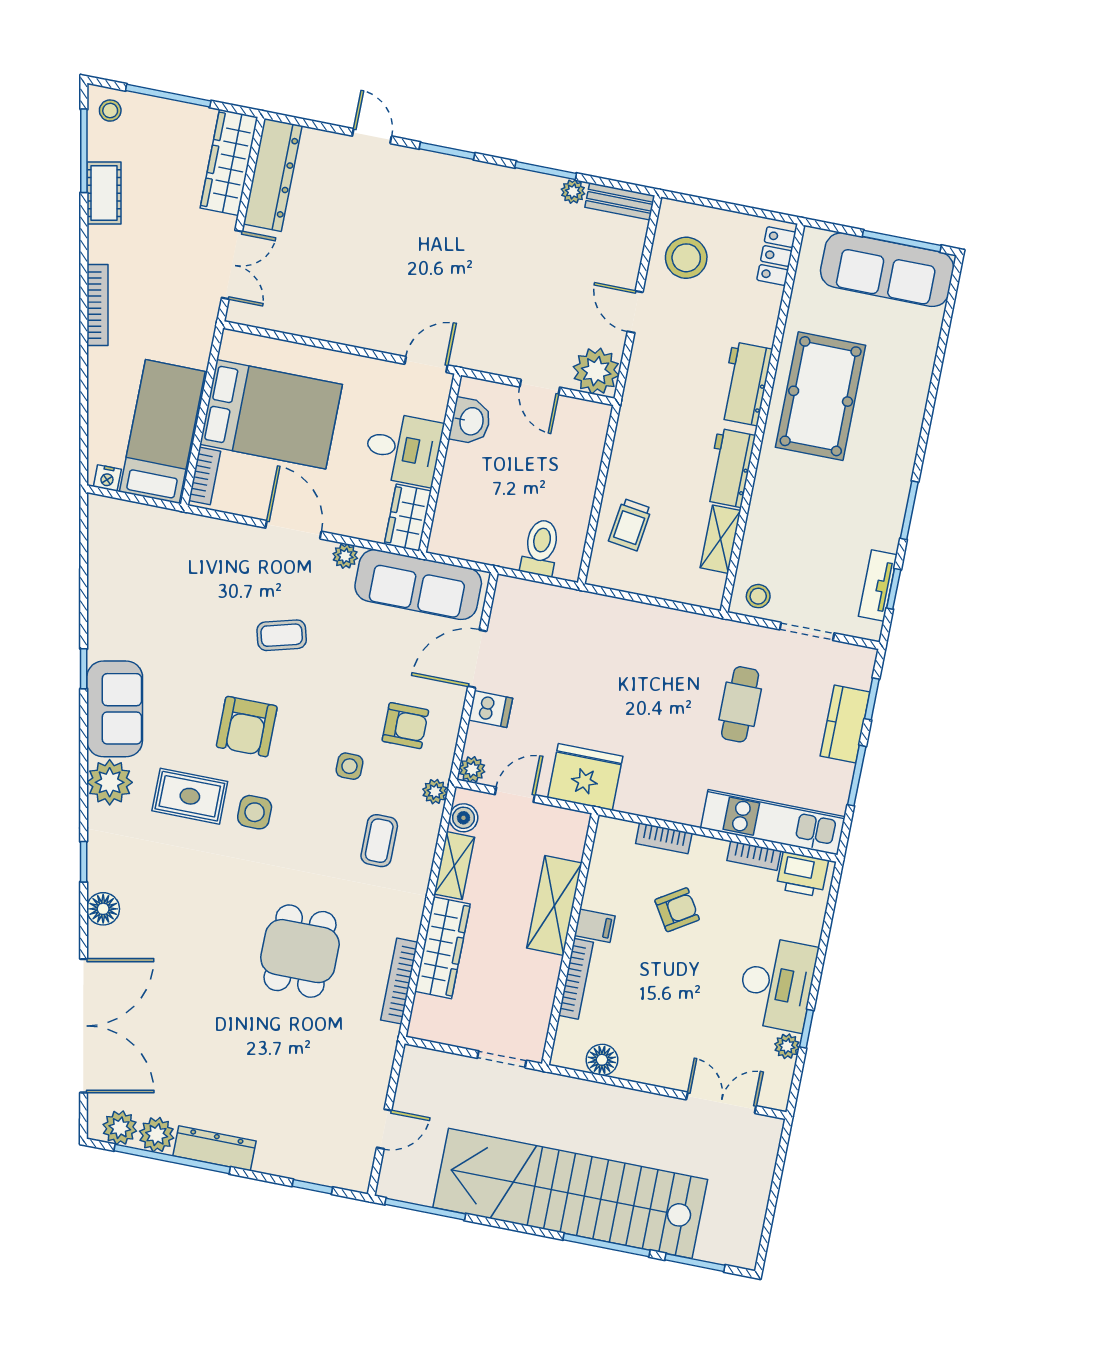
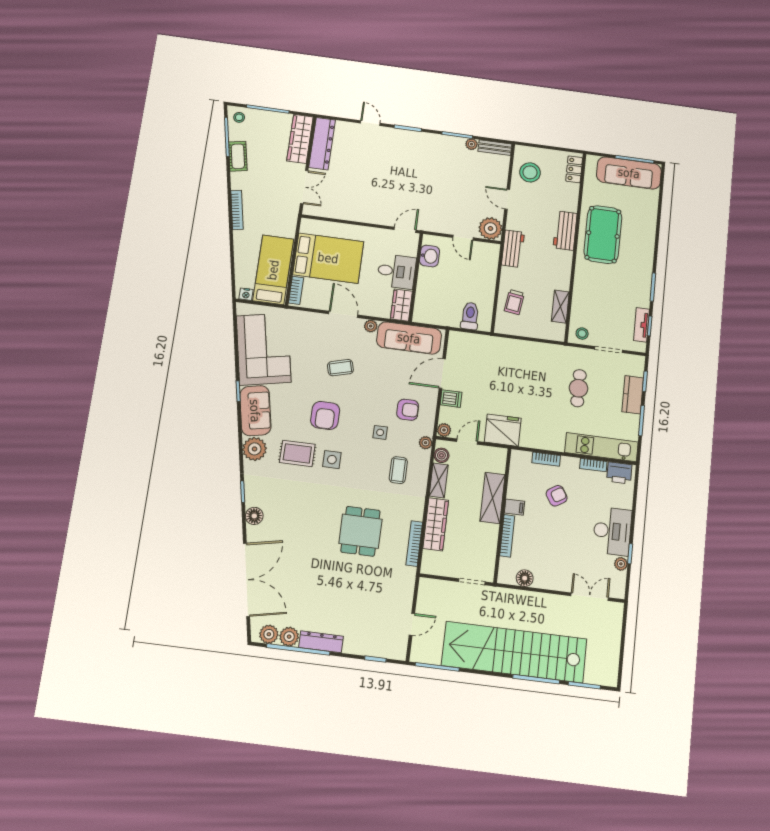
workbench: (730, 468) -> (513, 249), moved, turned 180
corner sofa: (136, 589) -> (264, 349), added

